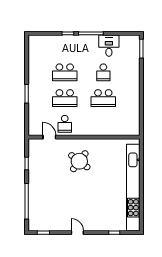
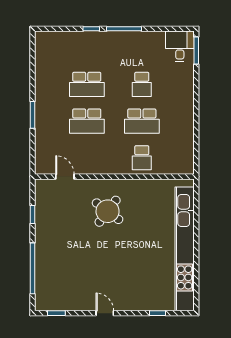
desk: (109, 46) -> (180, 46), moved
school desk: (65, 124) -> (142, 158), moved

